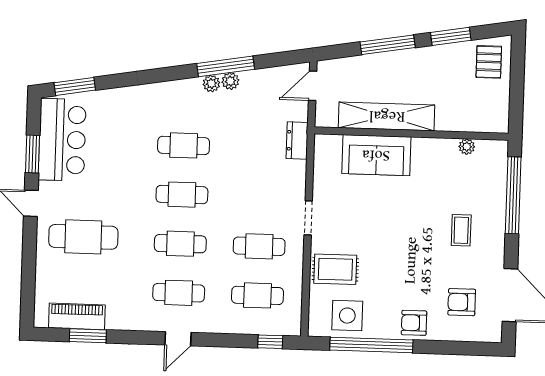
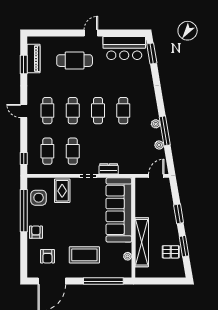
window: (388, 45) -> (179, 214), width x0.69
pallet: (489, 62) -> (171, 252), moved
plant: (230, 81) -> (159, 145), moved
door: (313, 86) -> (156, 176), hinge flipped
shelving: (387, 116) -> (142, 242), moved
dresser: (297, 140) -> (109, 169), moved
window: (32, 154) -> (116, 33), removed
sofa: (376, 155) -> (119, 210), width x1.85, depth x1.27
coffee table: (461, 230) -> (84, 255), width x1.86, depth x1.72
cafe table: (83, 237) -> (75, 61), turned 90
armchair: (462, 302) -> (47, 256), turned 180

